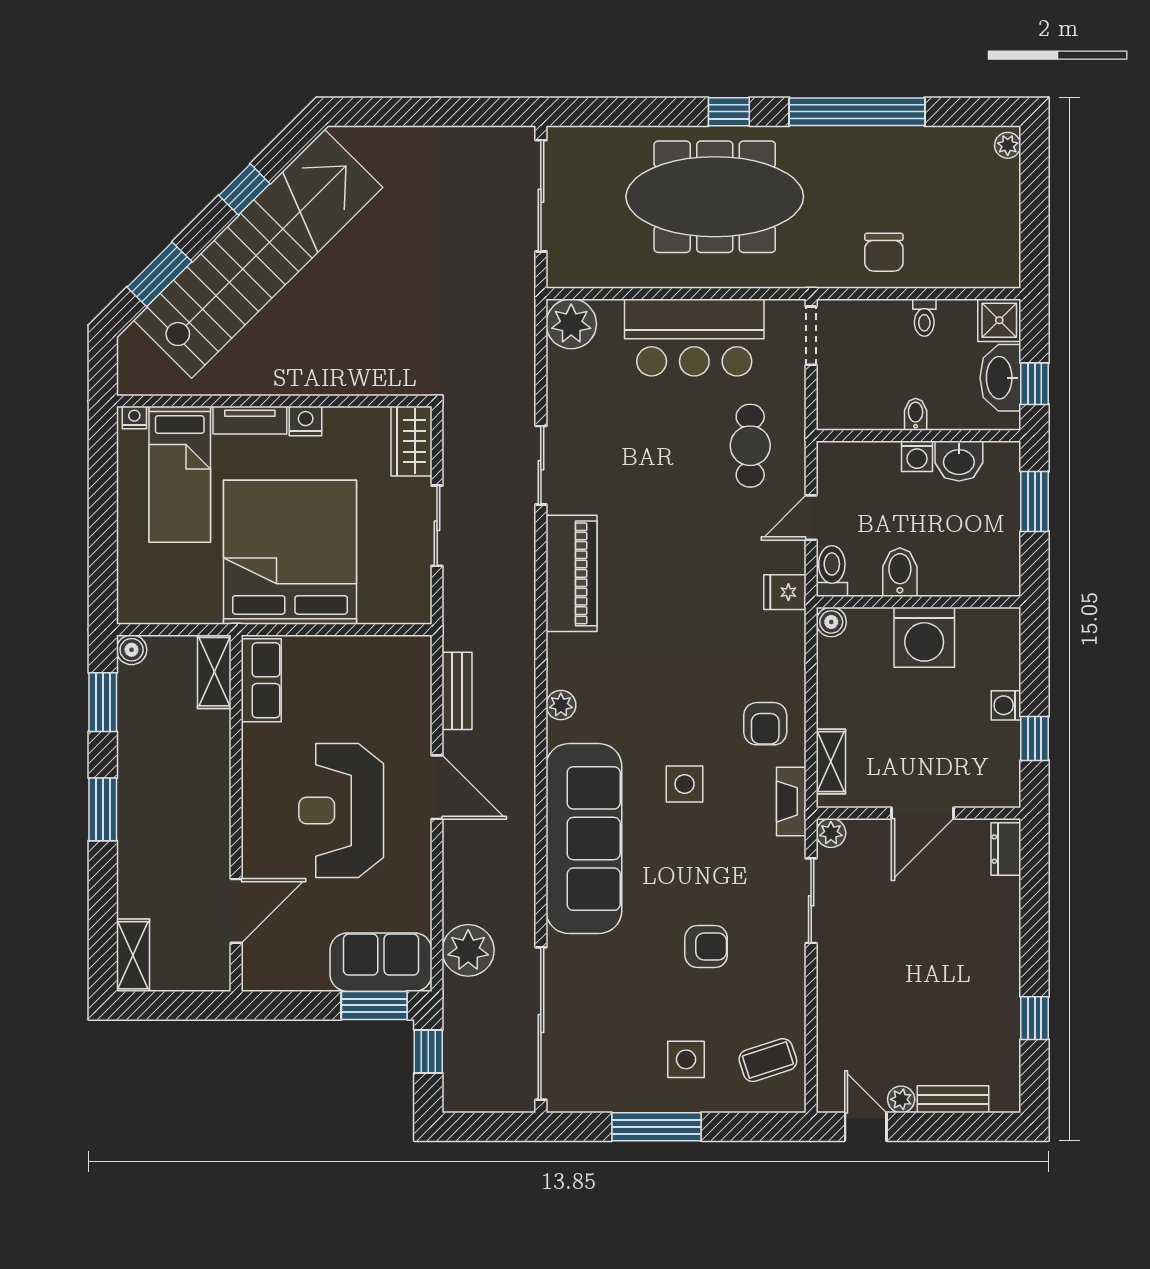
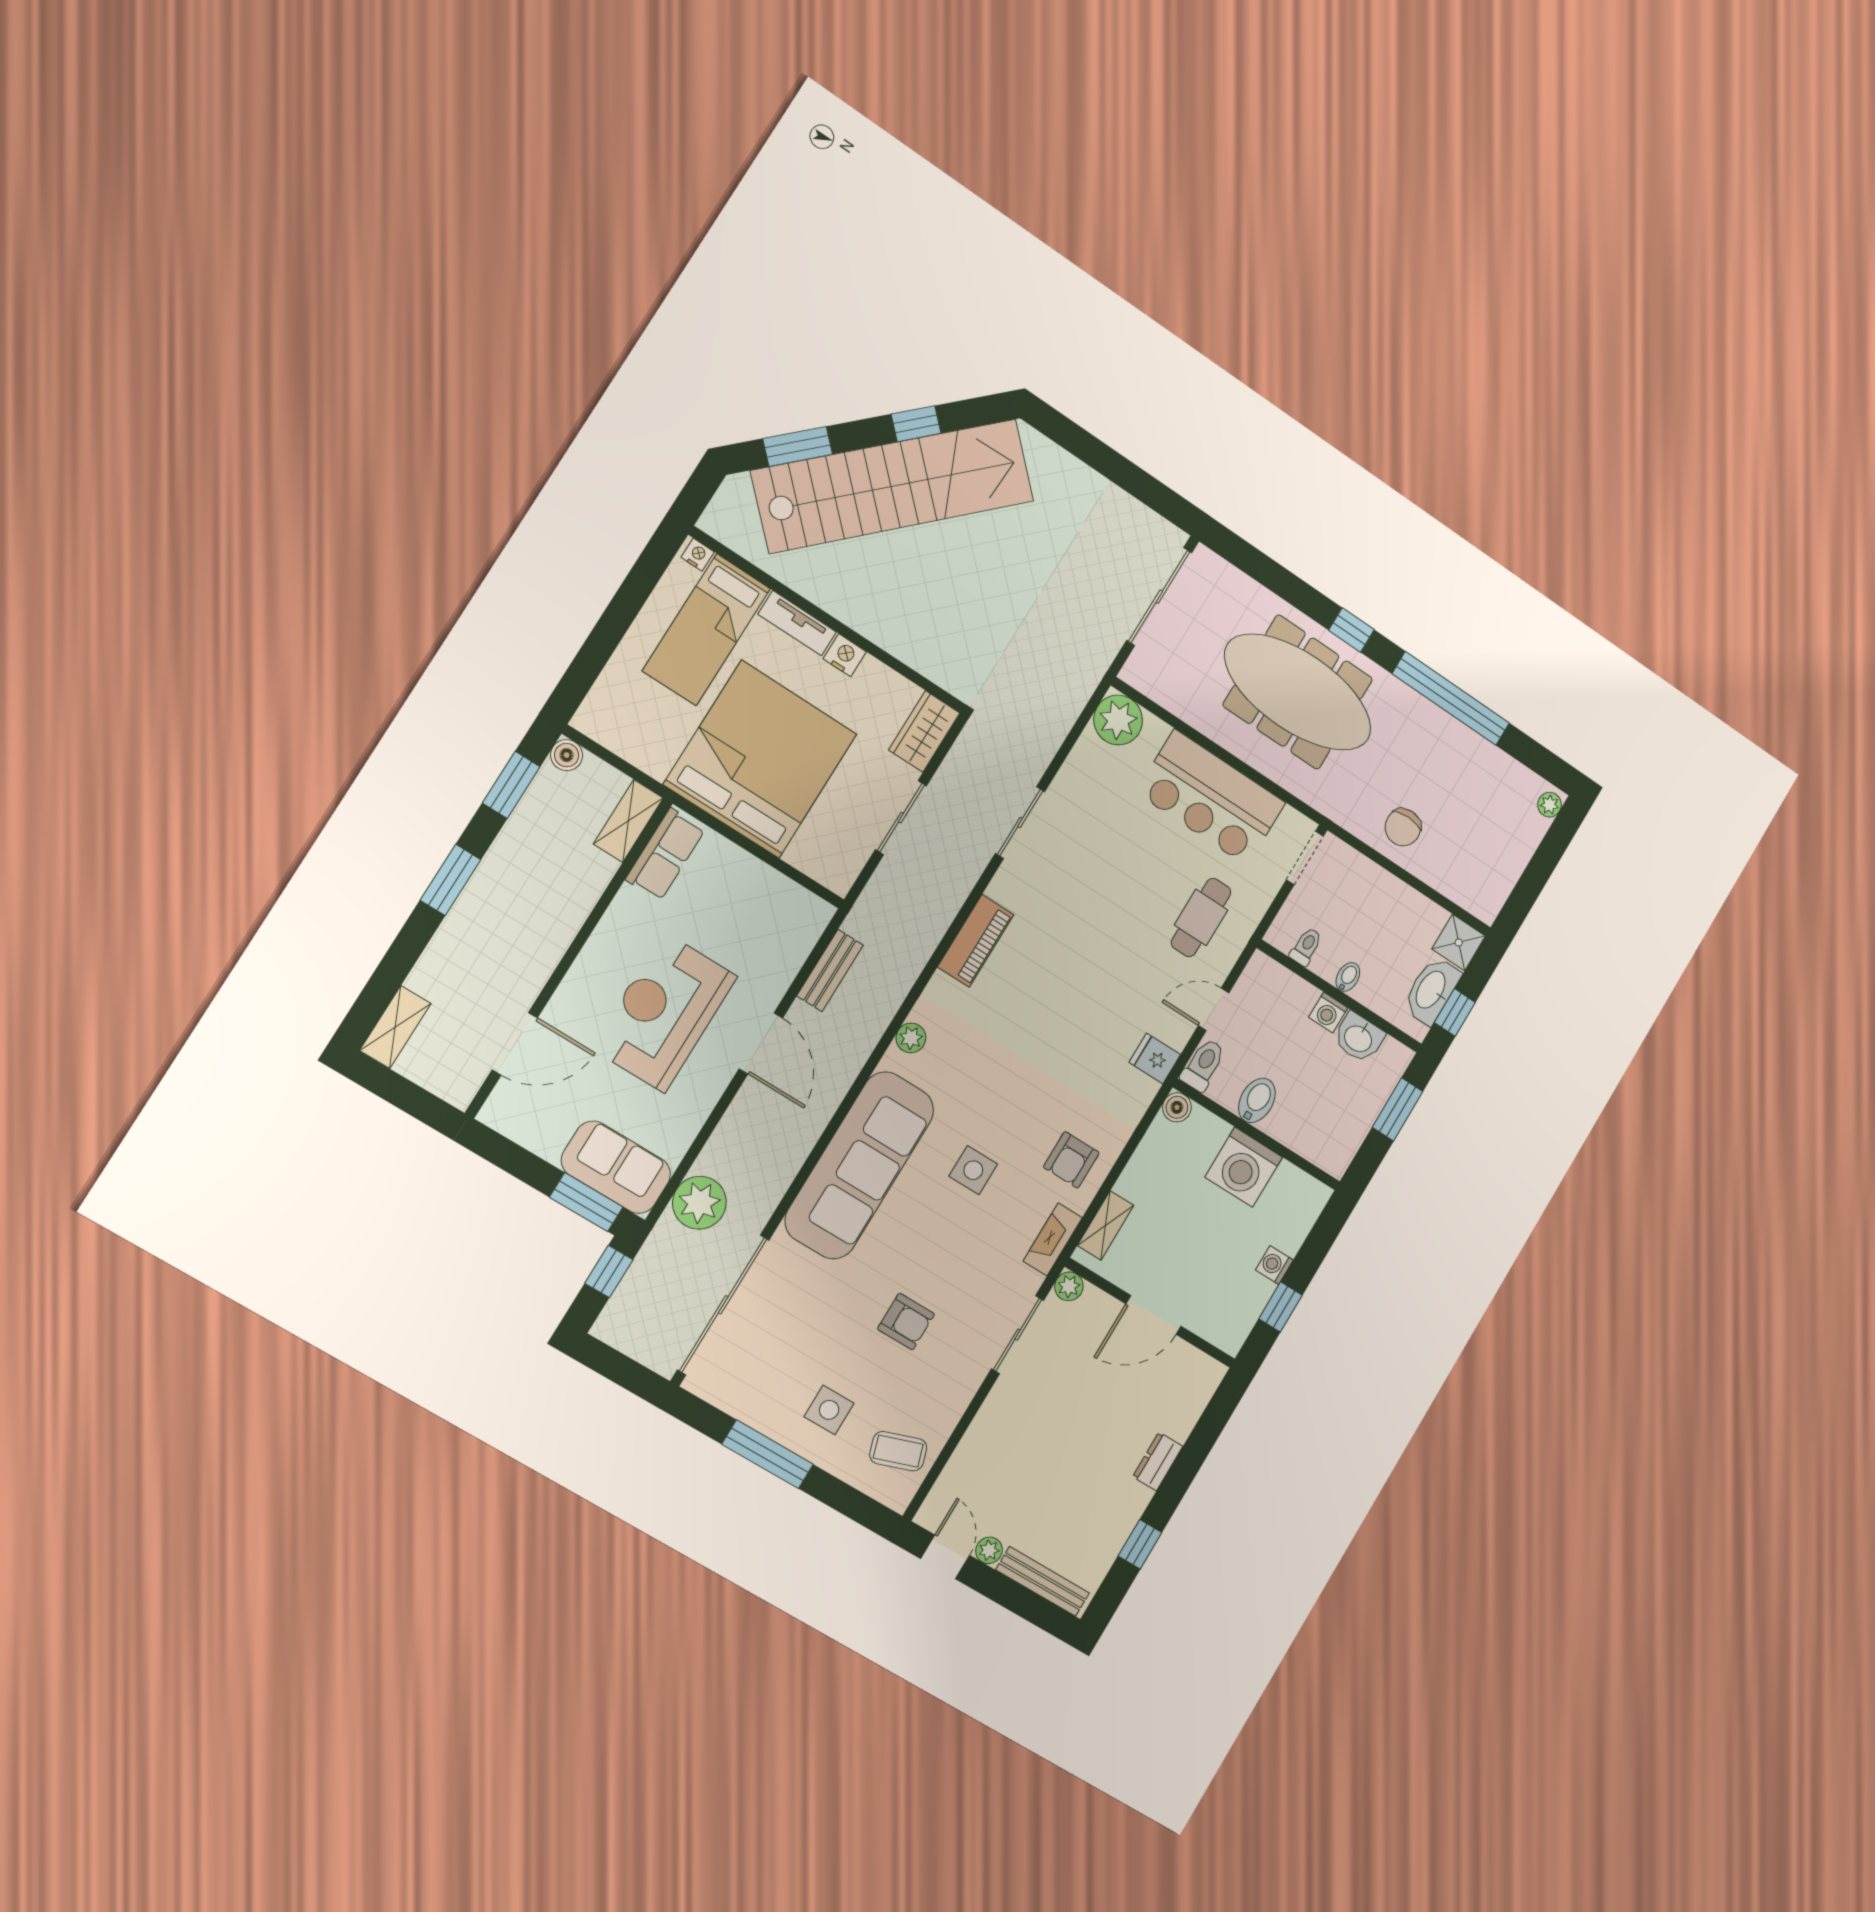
toilet: (924, 318) -> (1306, 947), moved, turned 180
piano: (571, 573) -> (976, 941), width x0.73, depth x0.75
dresser: (1006, 849) -> (1158, 1461), moved
bench: (953, 1099) -> (1043, 1581), width x1.36

